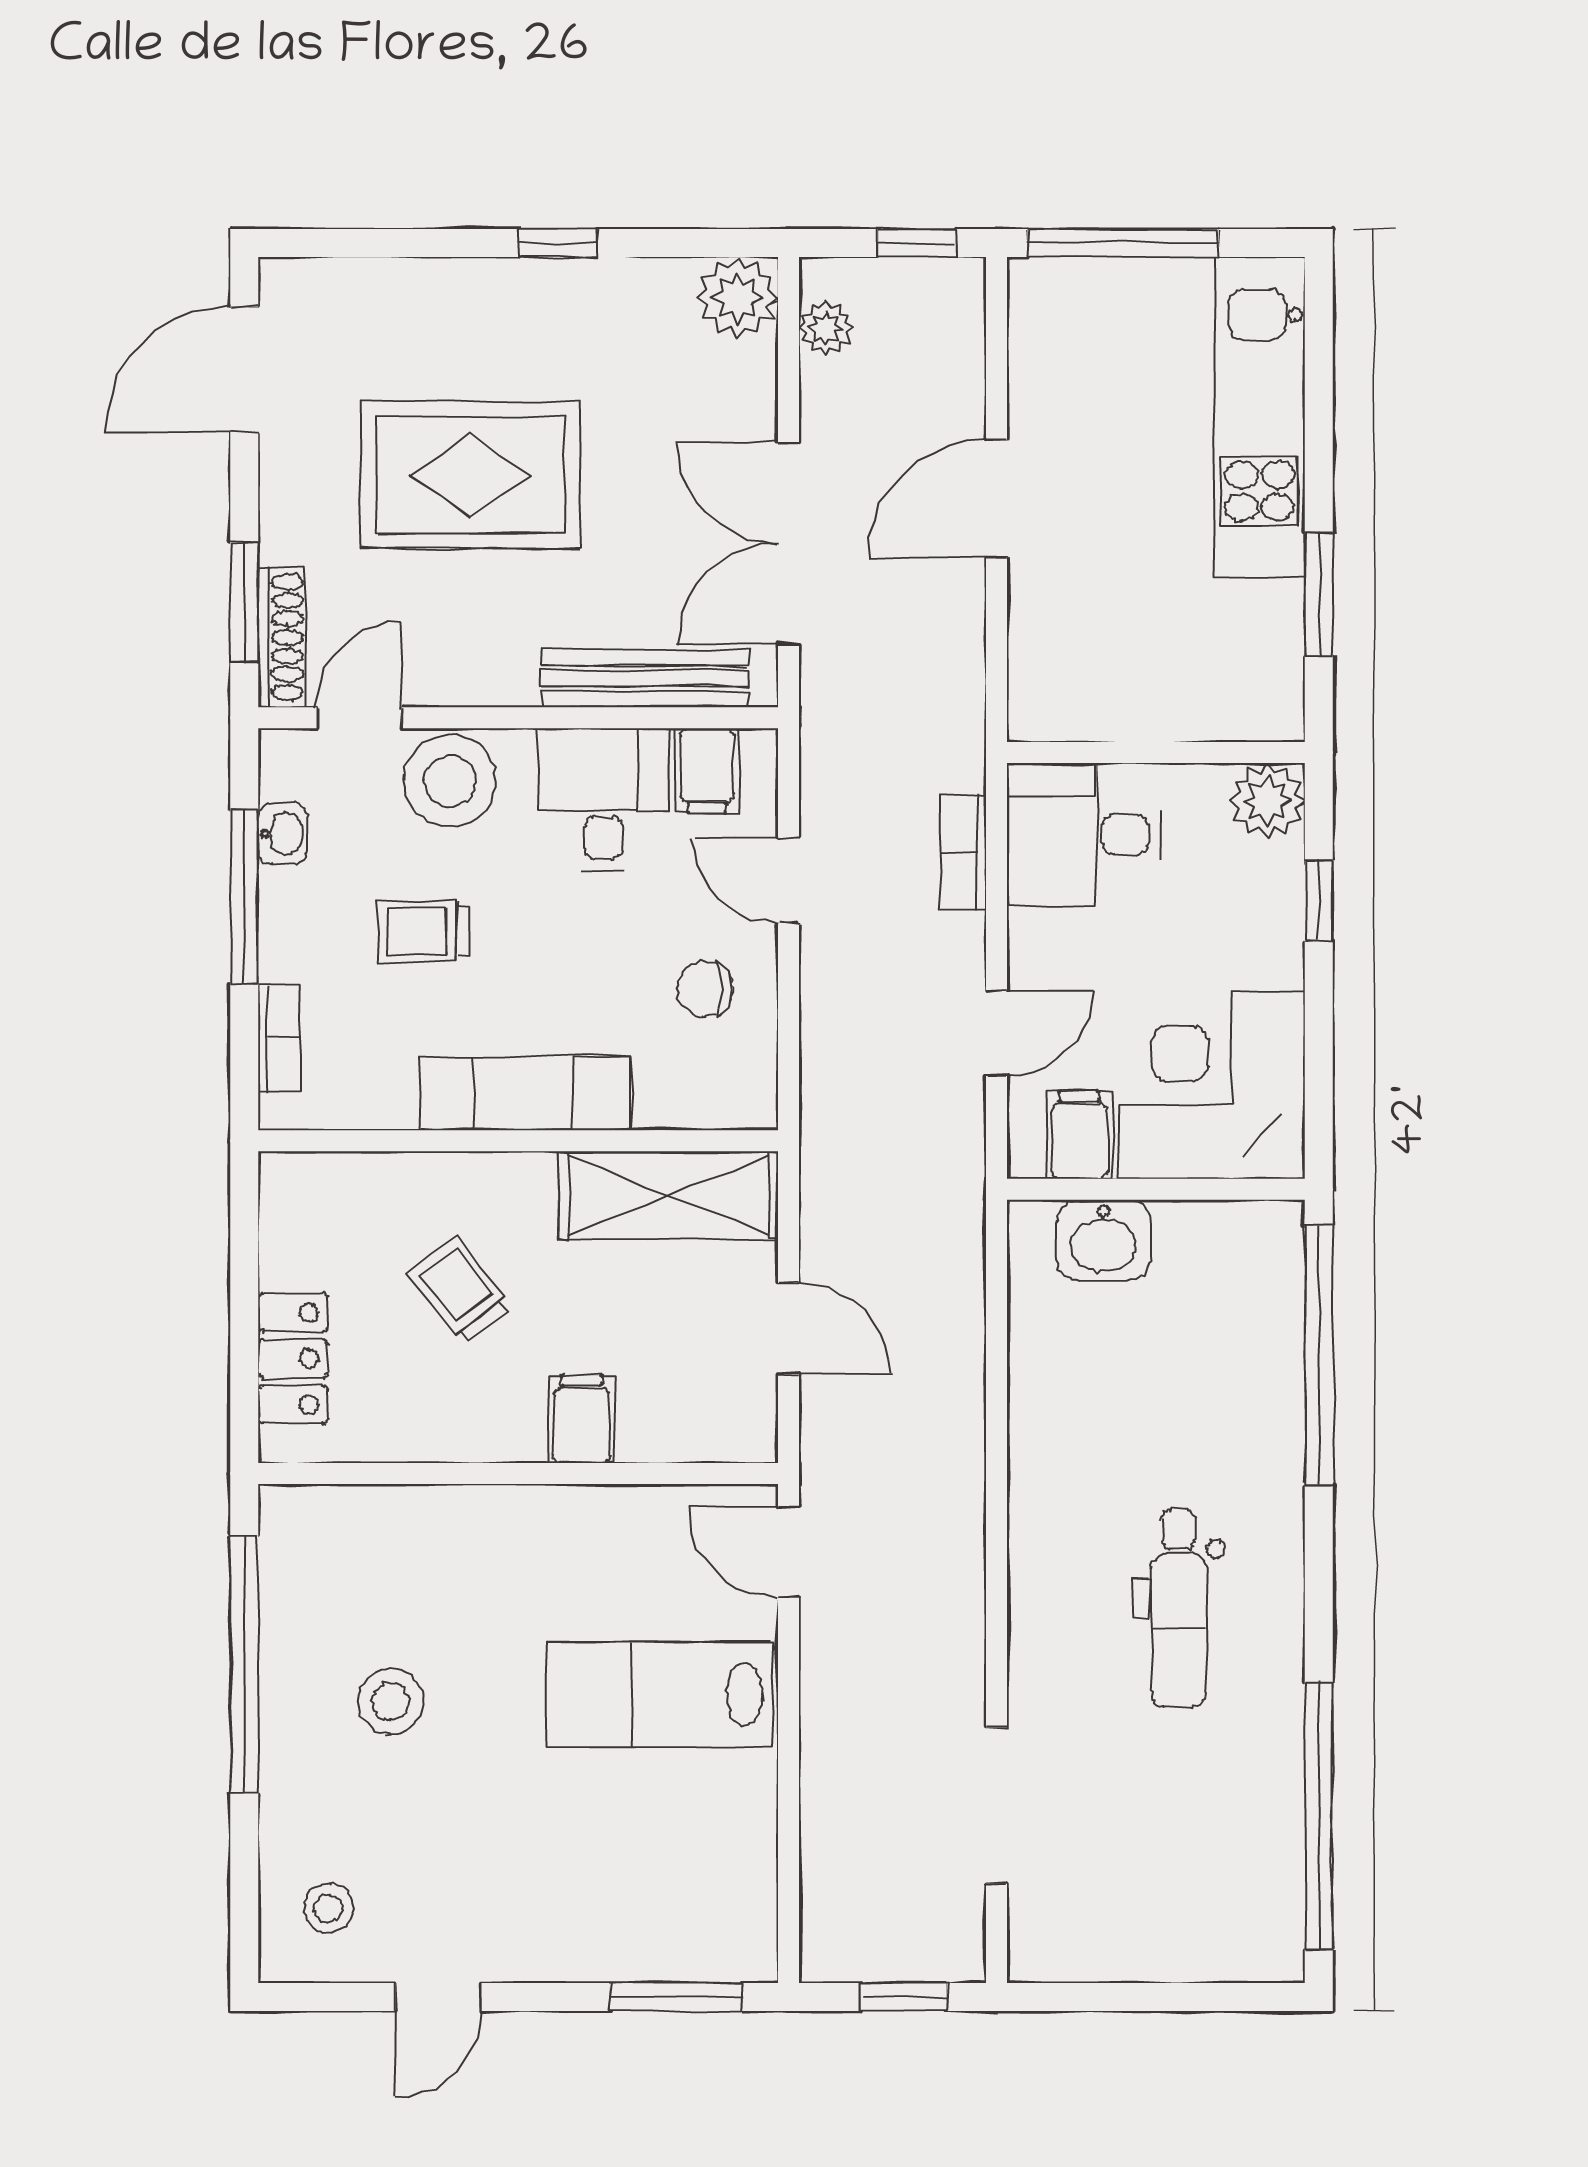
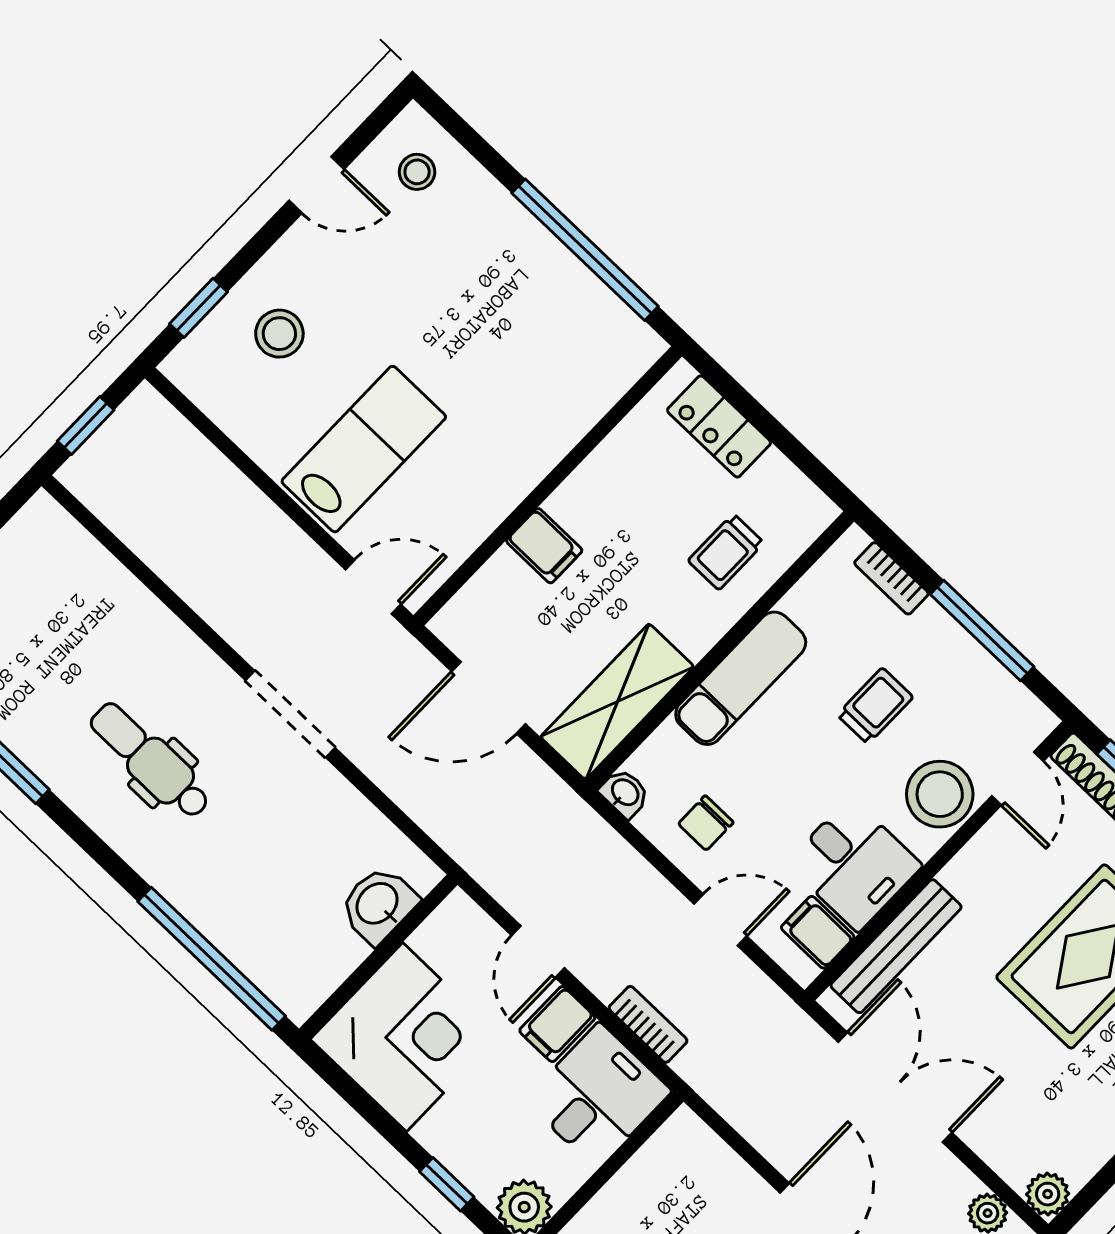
plant: (737, 297) -> (1048, 1194), width x0.73, depth x0.73
washbasin: (283, 834) -> (624, 793), moved, turned 180
chair: (705, 989) -> (706, 823), turned 180
filing cabinet: (1079, 1135) -> (557, 1024), moved, turned 90
trolley: (460, 1290) -> (726, 552), moved, turned 128
door: (788, 1328) -> (489, 698), width x1.38
stool: (391, 1702) -> (279, 334), moved
doorway: (996, 1806) -> (290, 714), moved
door: (438, 1997) -> (316, 185), swing flipped
window: (676, 1997) -> (199, 308), width x0.67

